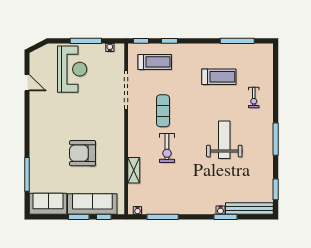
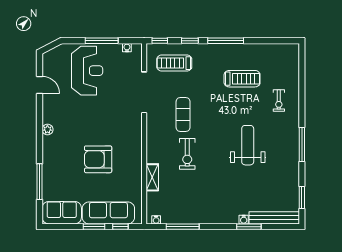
window: (237, 41) -> (226, 41), moved
treadmill: (155, 62) -> (174, 63), turned 180
plant: (35, 125) -> (47, 129), added

